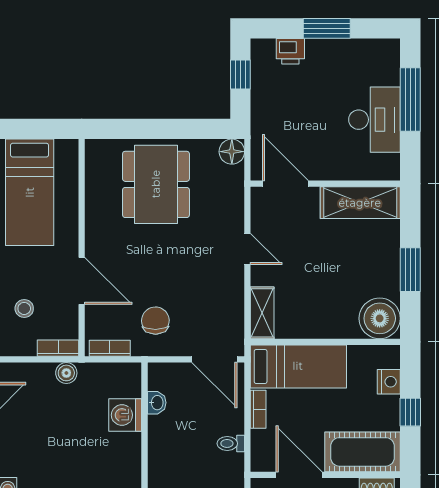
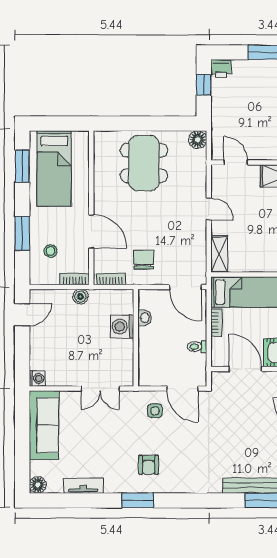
printer: (290, 51) -> (221, 69), moved
door: (285, 184) -> (236, 162), width x0.73

